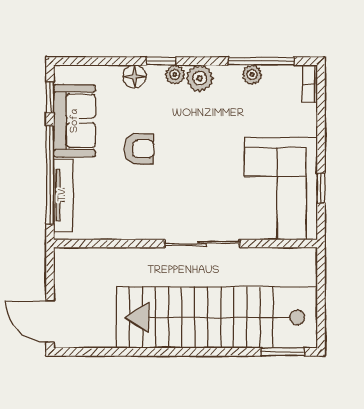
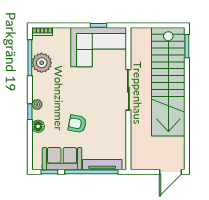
plant: (252, 75) -> (42, 63), width x1.88, depth x1.88
plant: (200, 78) -> (39, 91), removed
armchair: (139, 149) -> (77, 124), turned -79

